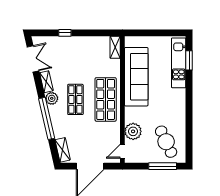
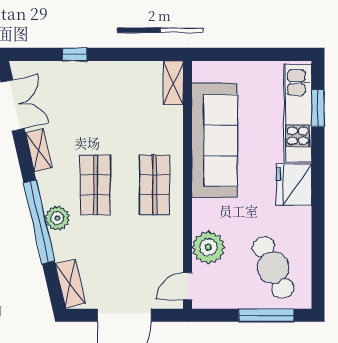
plant: (52, 98) -> (57, 218), moved
shop shelf: (106, 99) -> (155, 185), width x0.70, depth x0.74
fridge: (177, 99) -> (294, 185), added

